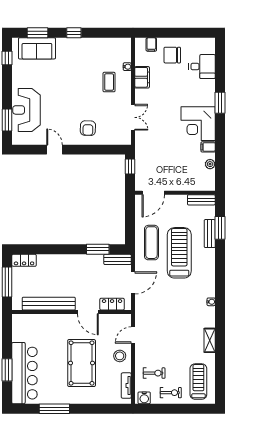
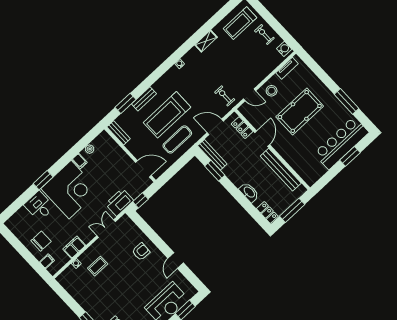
chair: (172, 55) -> (41, 241), turned -90
desk: (202, 67) -> (39, 206), moved
corner desk: (198, 124) -> (70, 190), width x1.36, depth x1.36
printer: (144, 148) -> (119, 202), added
bench: (210, 234) -> (144, 99), moved
bench: (118, 259) -> (212, 155), width x1.36
washbasin: (54, 261) -> (249, 192), added
exercise bike: (154, 373) -> (225, 96), moved

